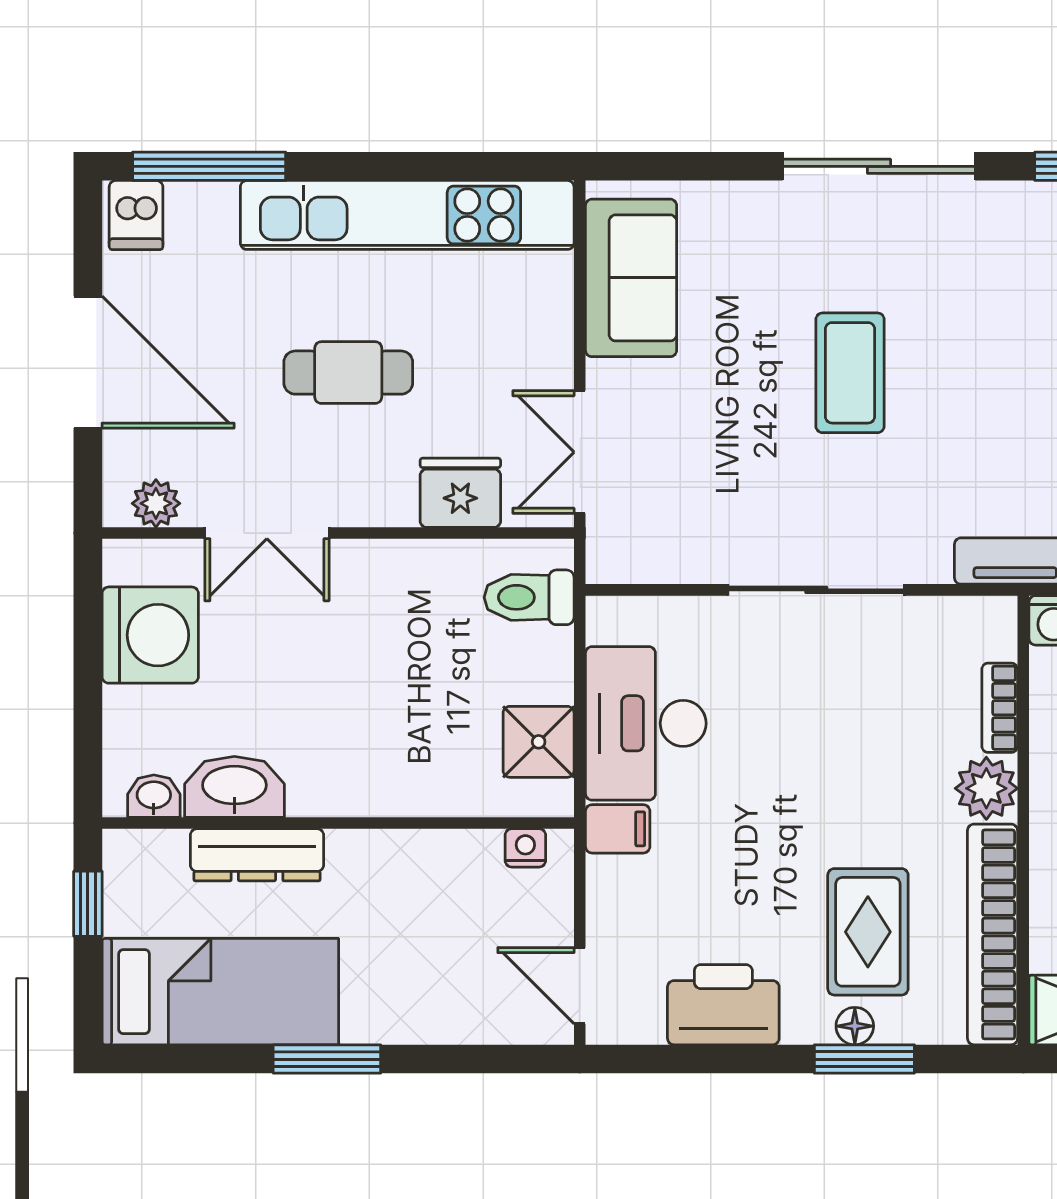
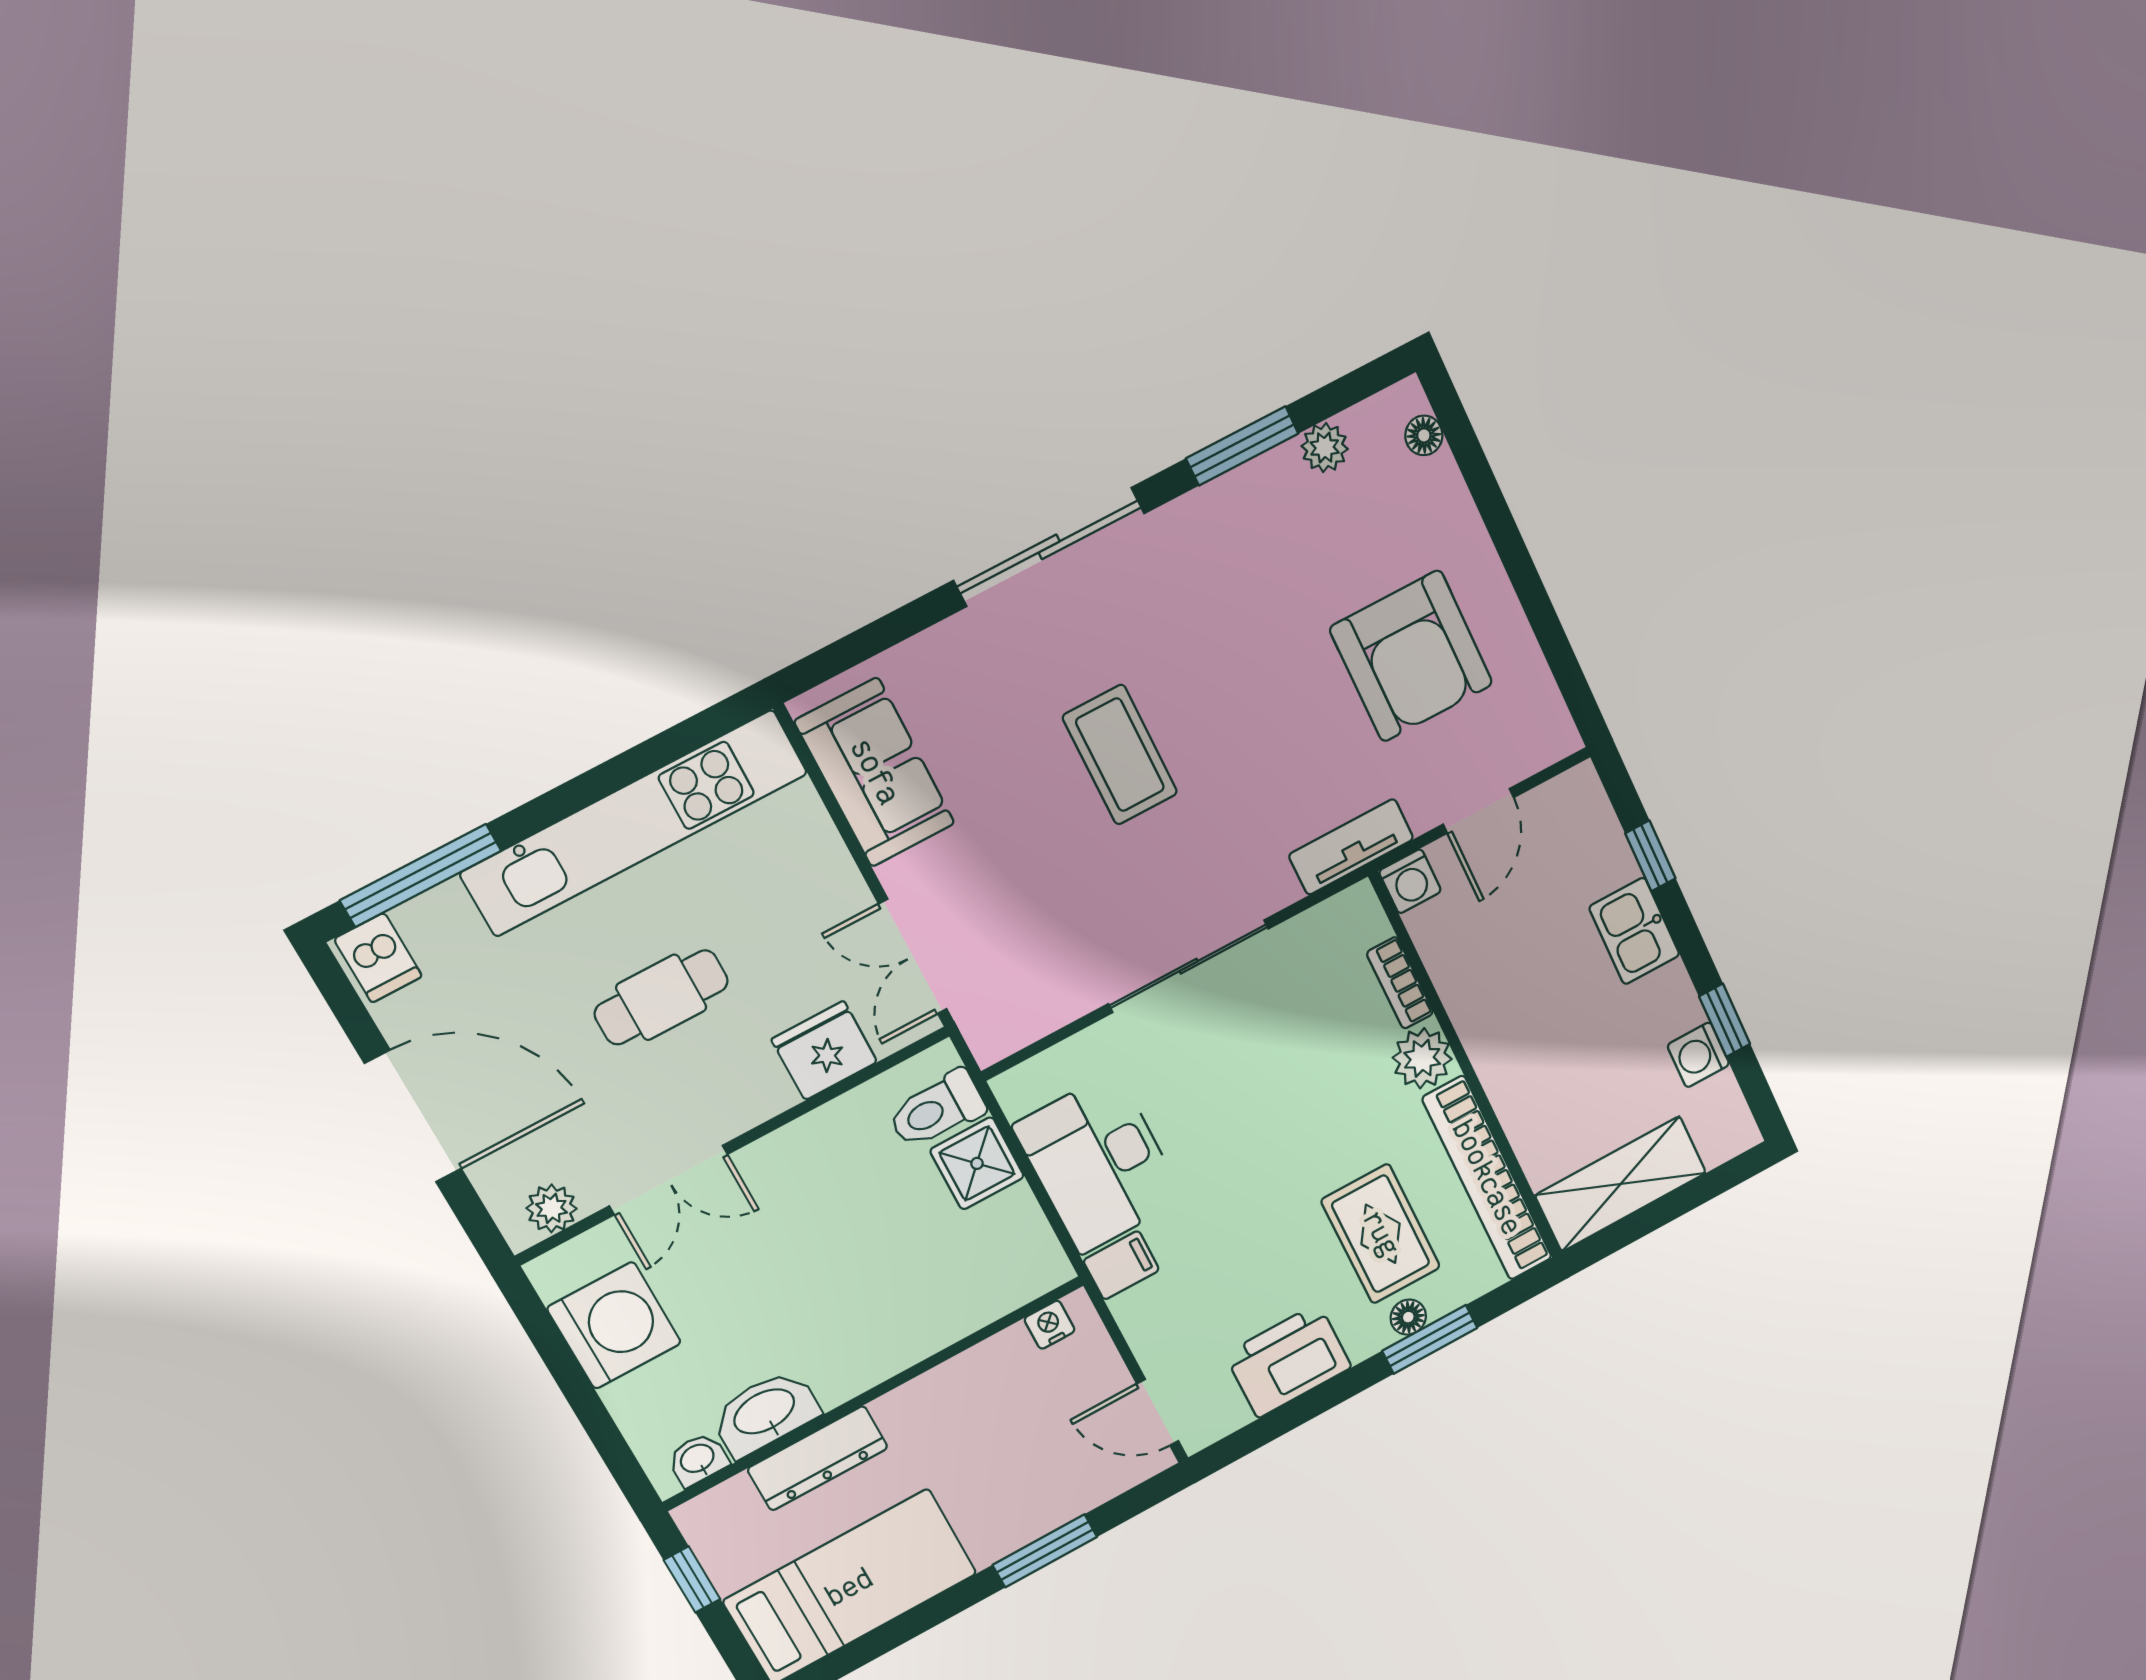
shower: (539, 742) -> (977, 1163), moved
window: (327, 1059) -> (1045, 1551), moved

